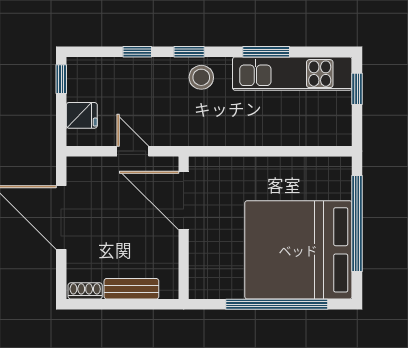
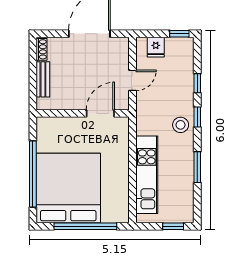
kitchen unit: (292, 74) -> (147, 175), moved, turned 180
door: (184, 201) -> (100, 113), width x0.73

